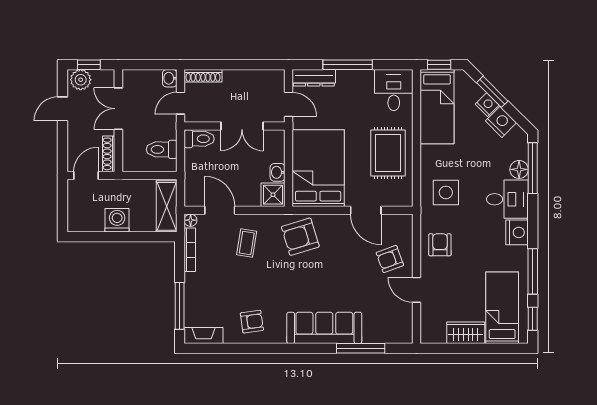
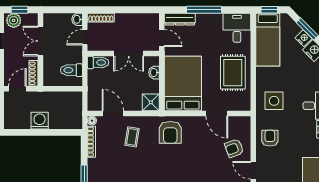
washbasin: (278, 172) -> (154, 73), moved
shelving: (167, 206) -> (75, 111), removed
armchair: (300, 237) -> (170, 132), turned -73

